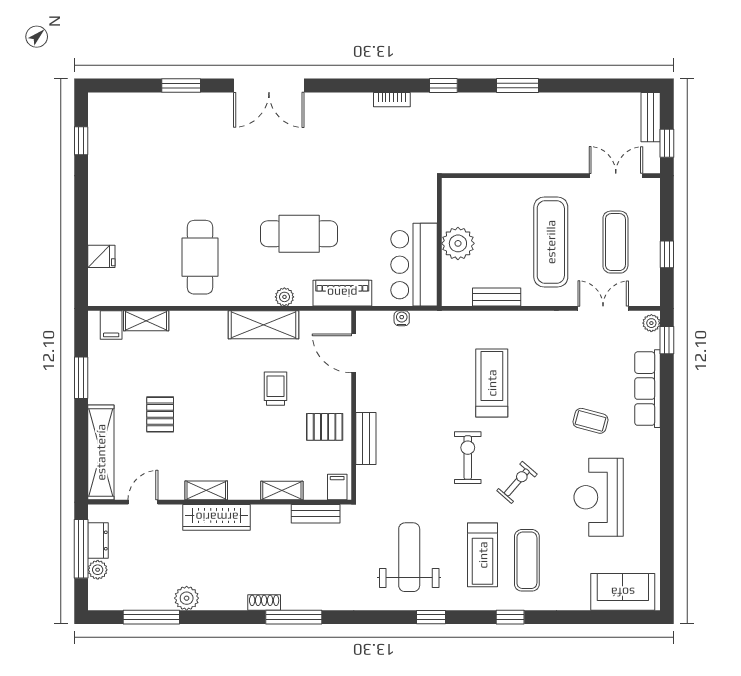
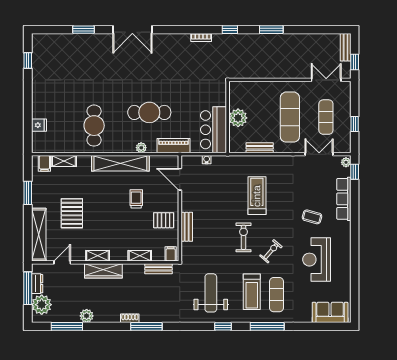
shelving: (264, 325) -> (120, 163), width x1.47
pallet: (160, 414) -> (72, 213), width x1.50, depth x1.42
plant: (98, 570) -> (42, 305), width x1.87, depth x1.87
window: (510, 617) -> (267, 326), width x2.17

